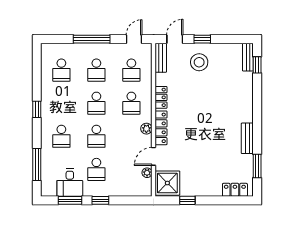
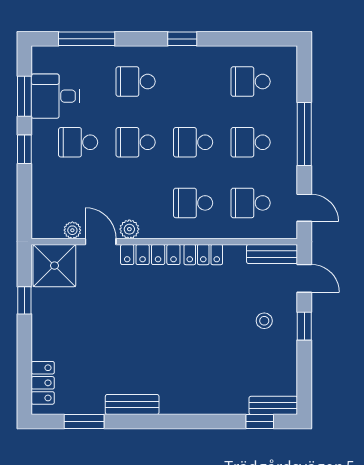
stool: (199, 62) -> (264, 321), width x0.53, depth x0.53
plant: (146, 129) -> (129, 229), moved

